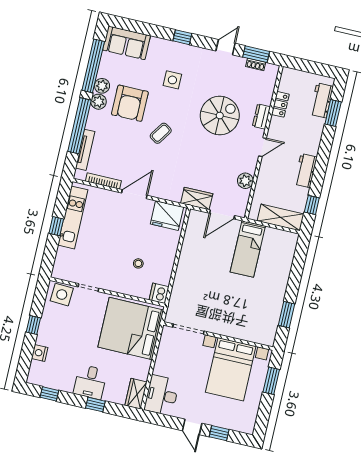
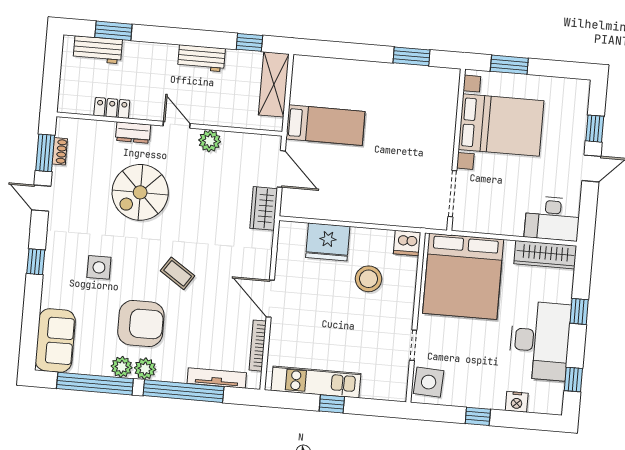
spiral stairs: (220, 115) -> (140, 192), turned -90
plant: (245, 181) -> (210, 141), moved
fridge: (167, 216) -> (328, 242), moved, turned 90
stool: (138, 263) -> (369, 279), width x1.89, depth x1.89
desk: (90, 382) -> (540, 341), width x1.87, depth x1.30
wardrobe: (136, 394) -> (545, 255), width x1.50

